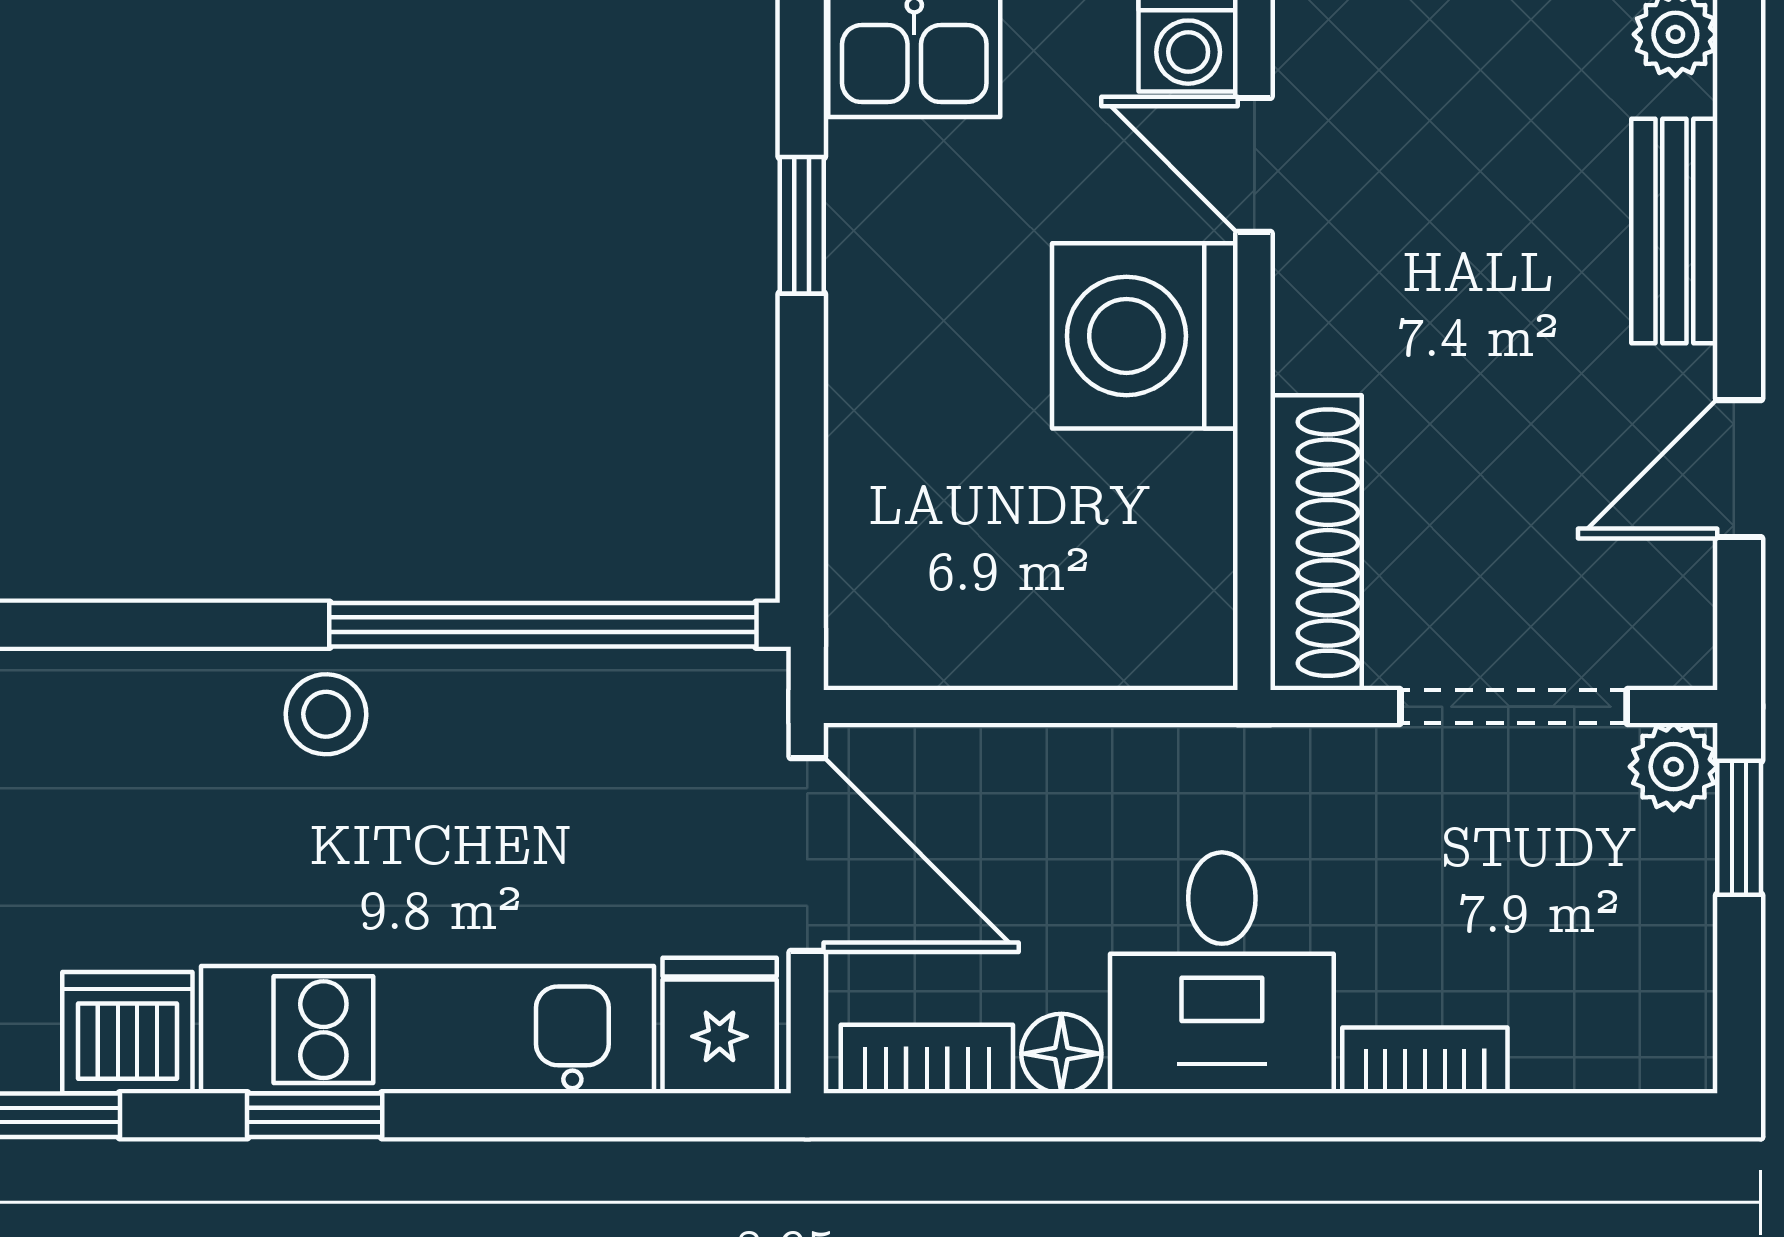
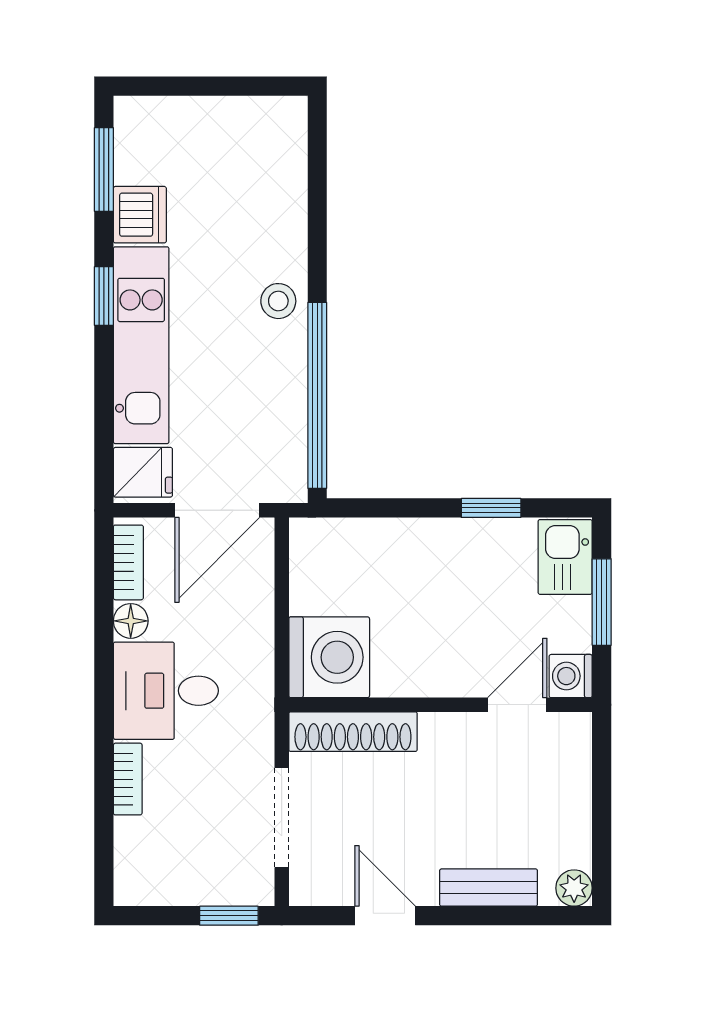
washing machine: (1145, 336) -> (329, 657), moved, turned 90
plant: (1674, 767) -> (256, 887), removed

